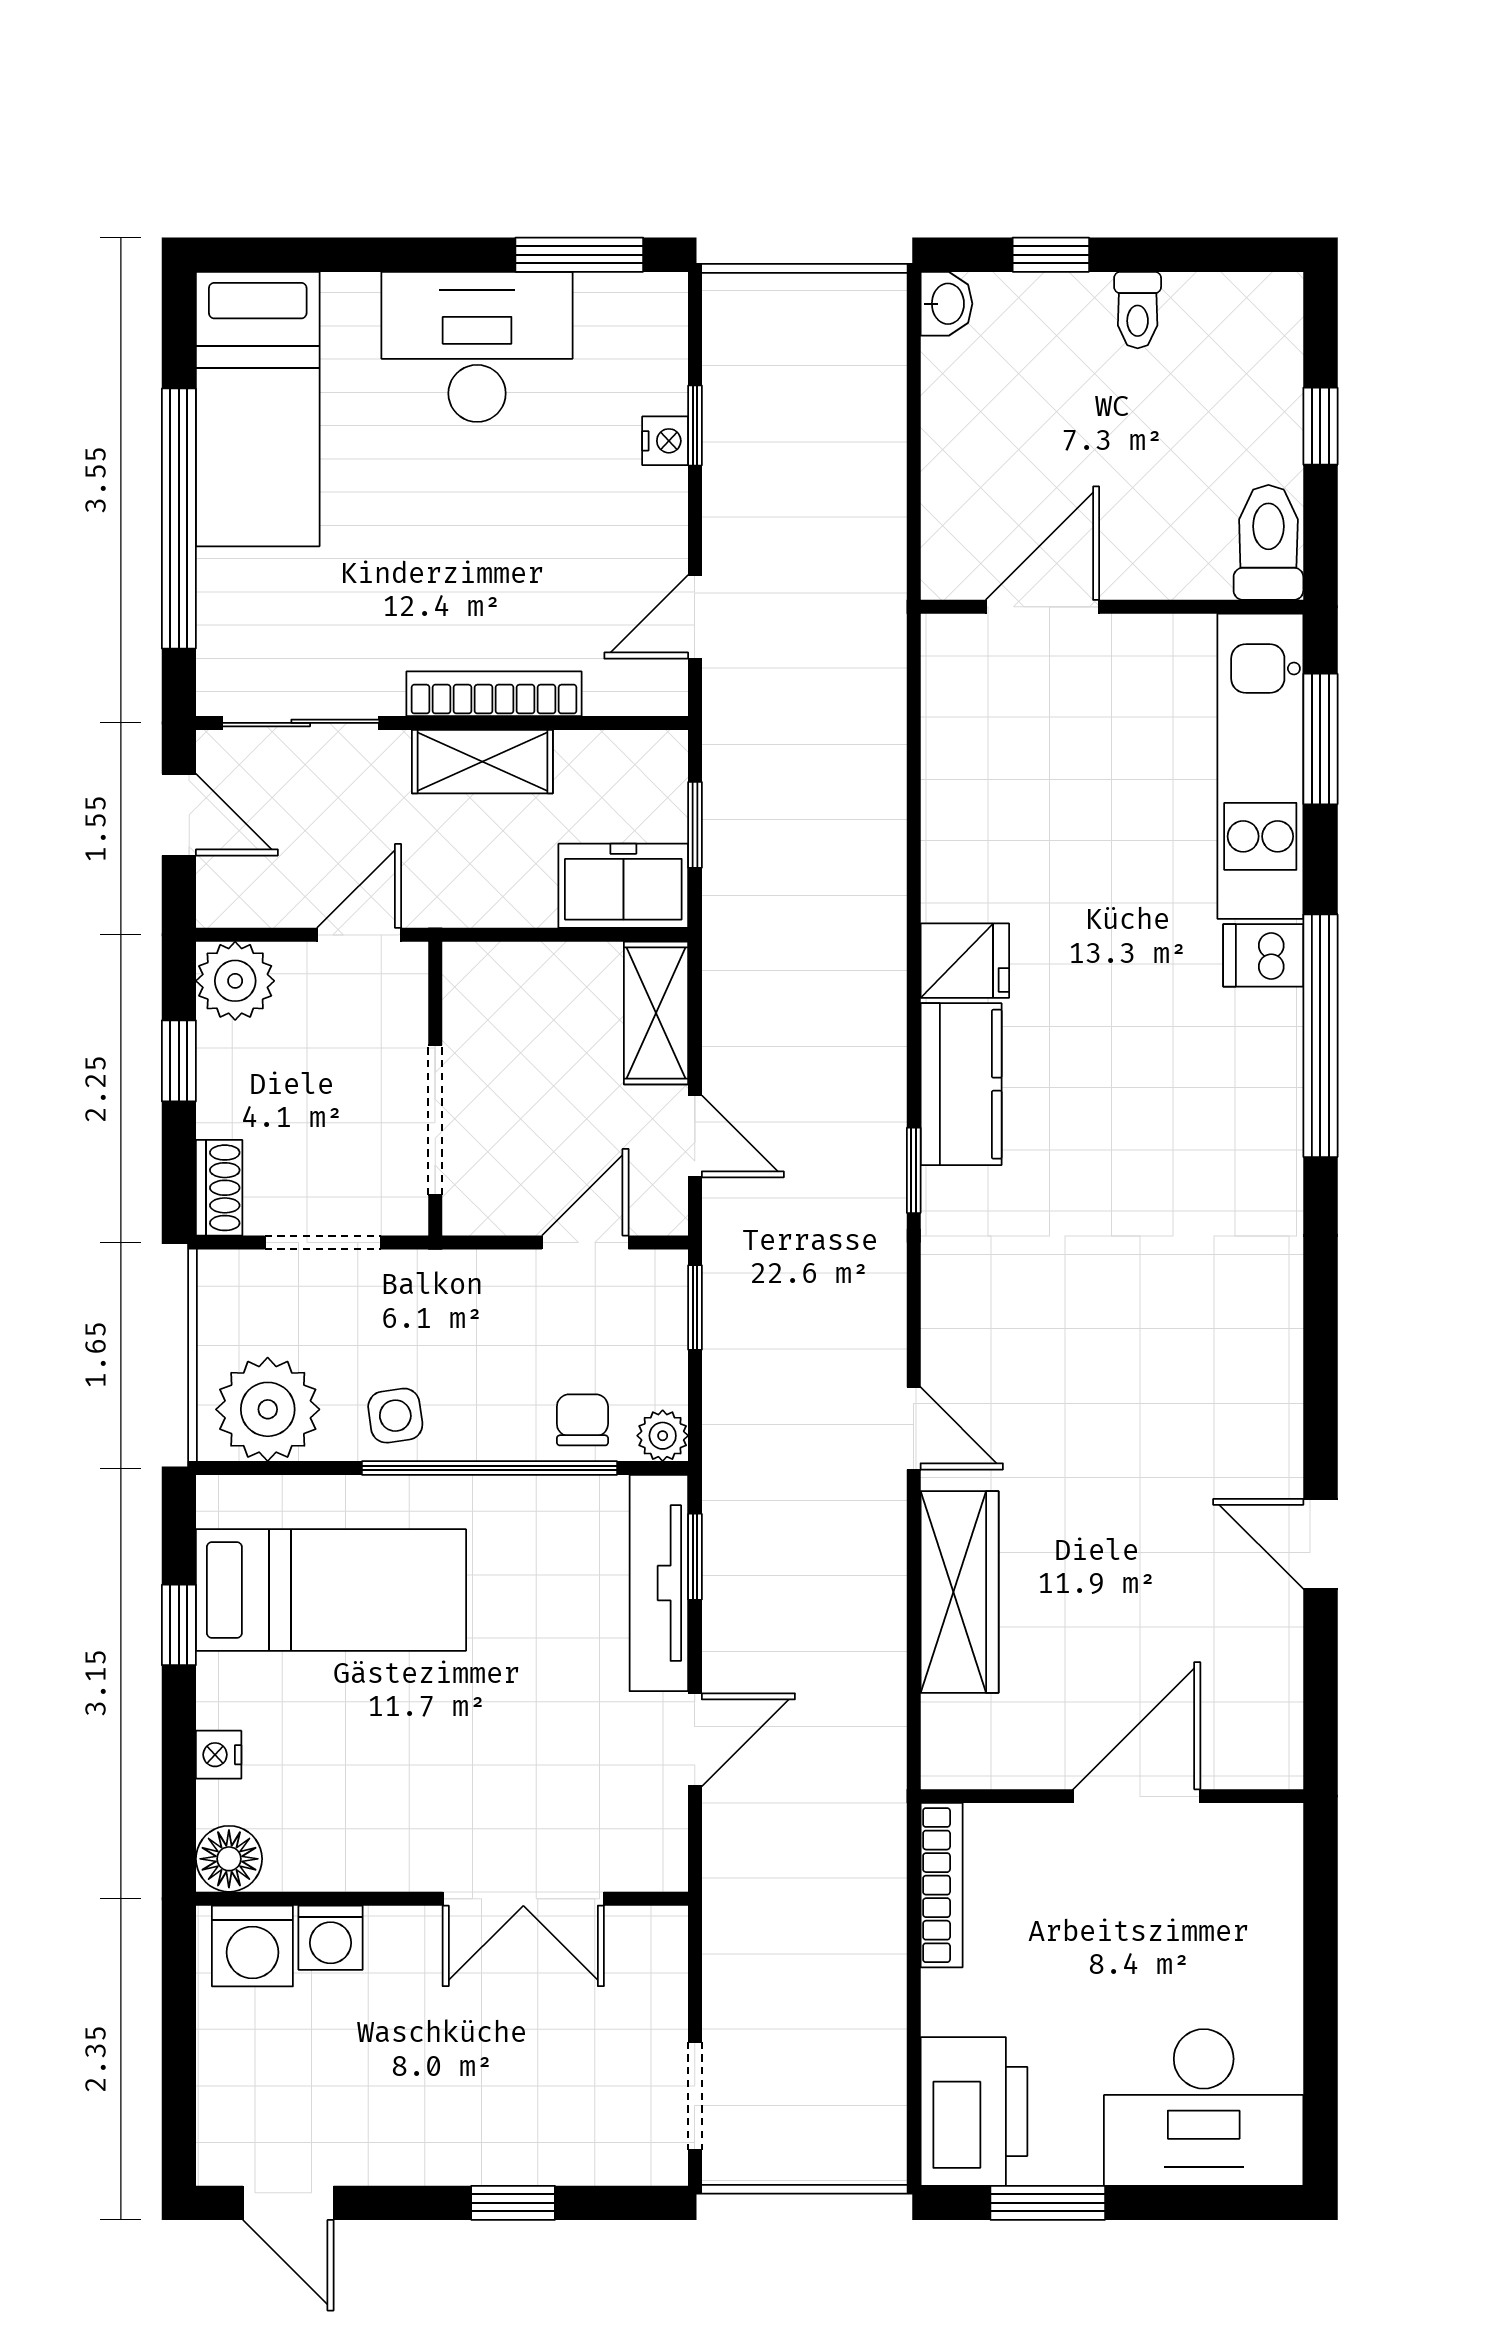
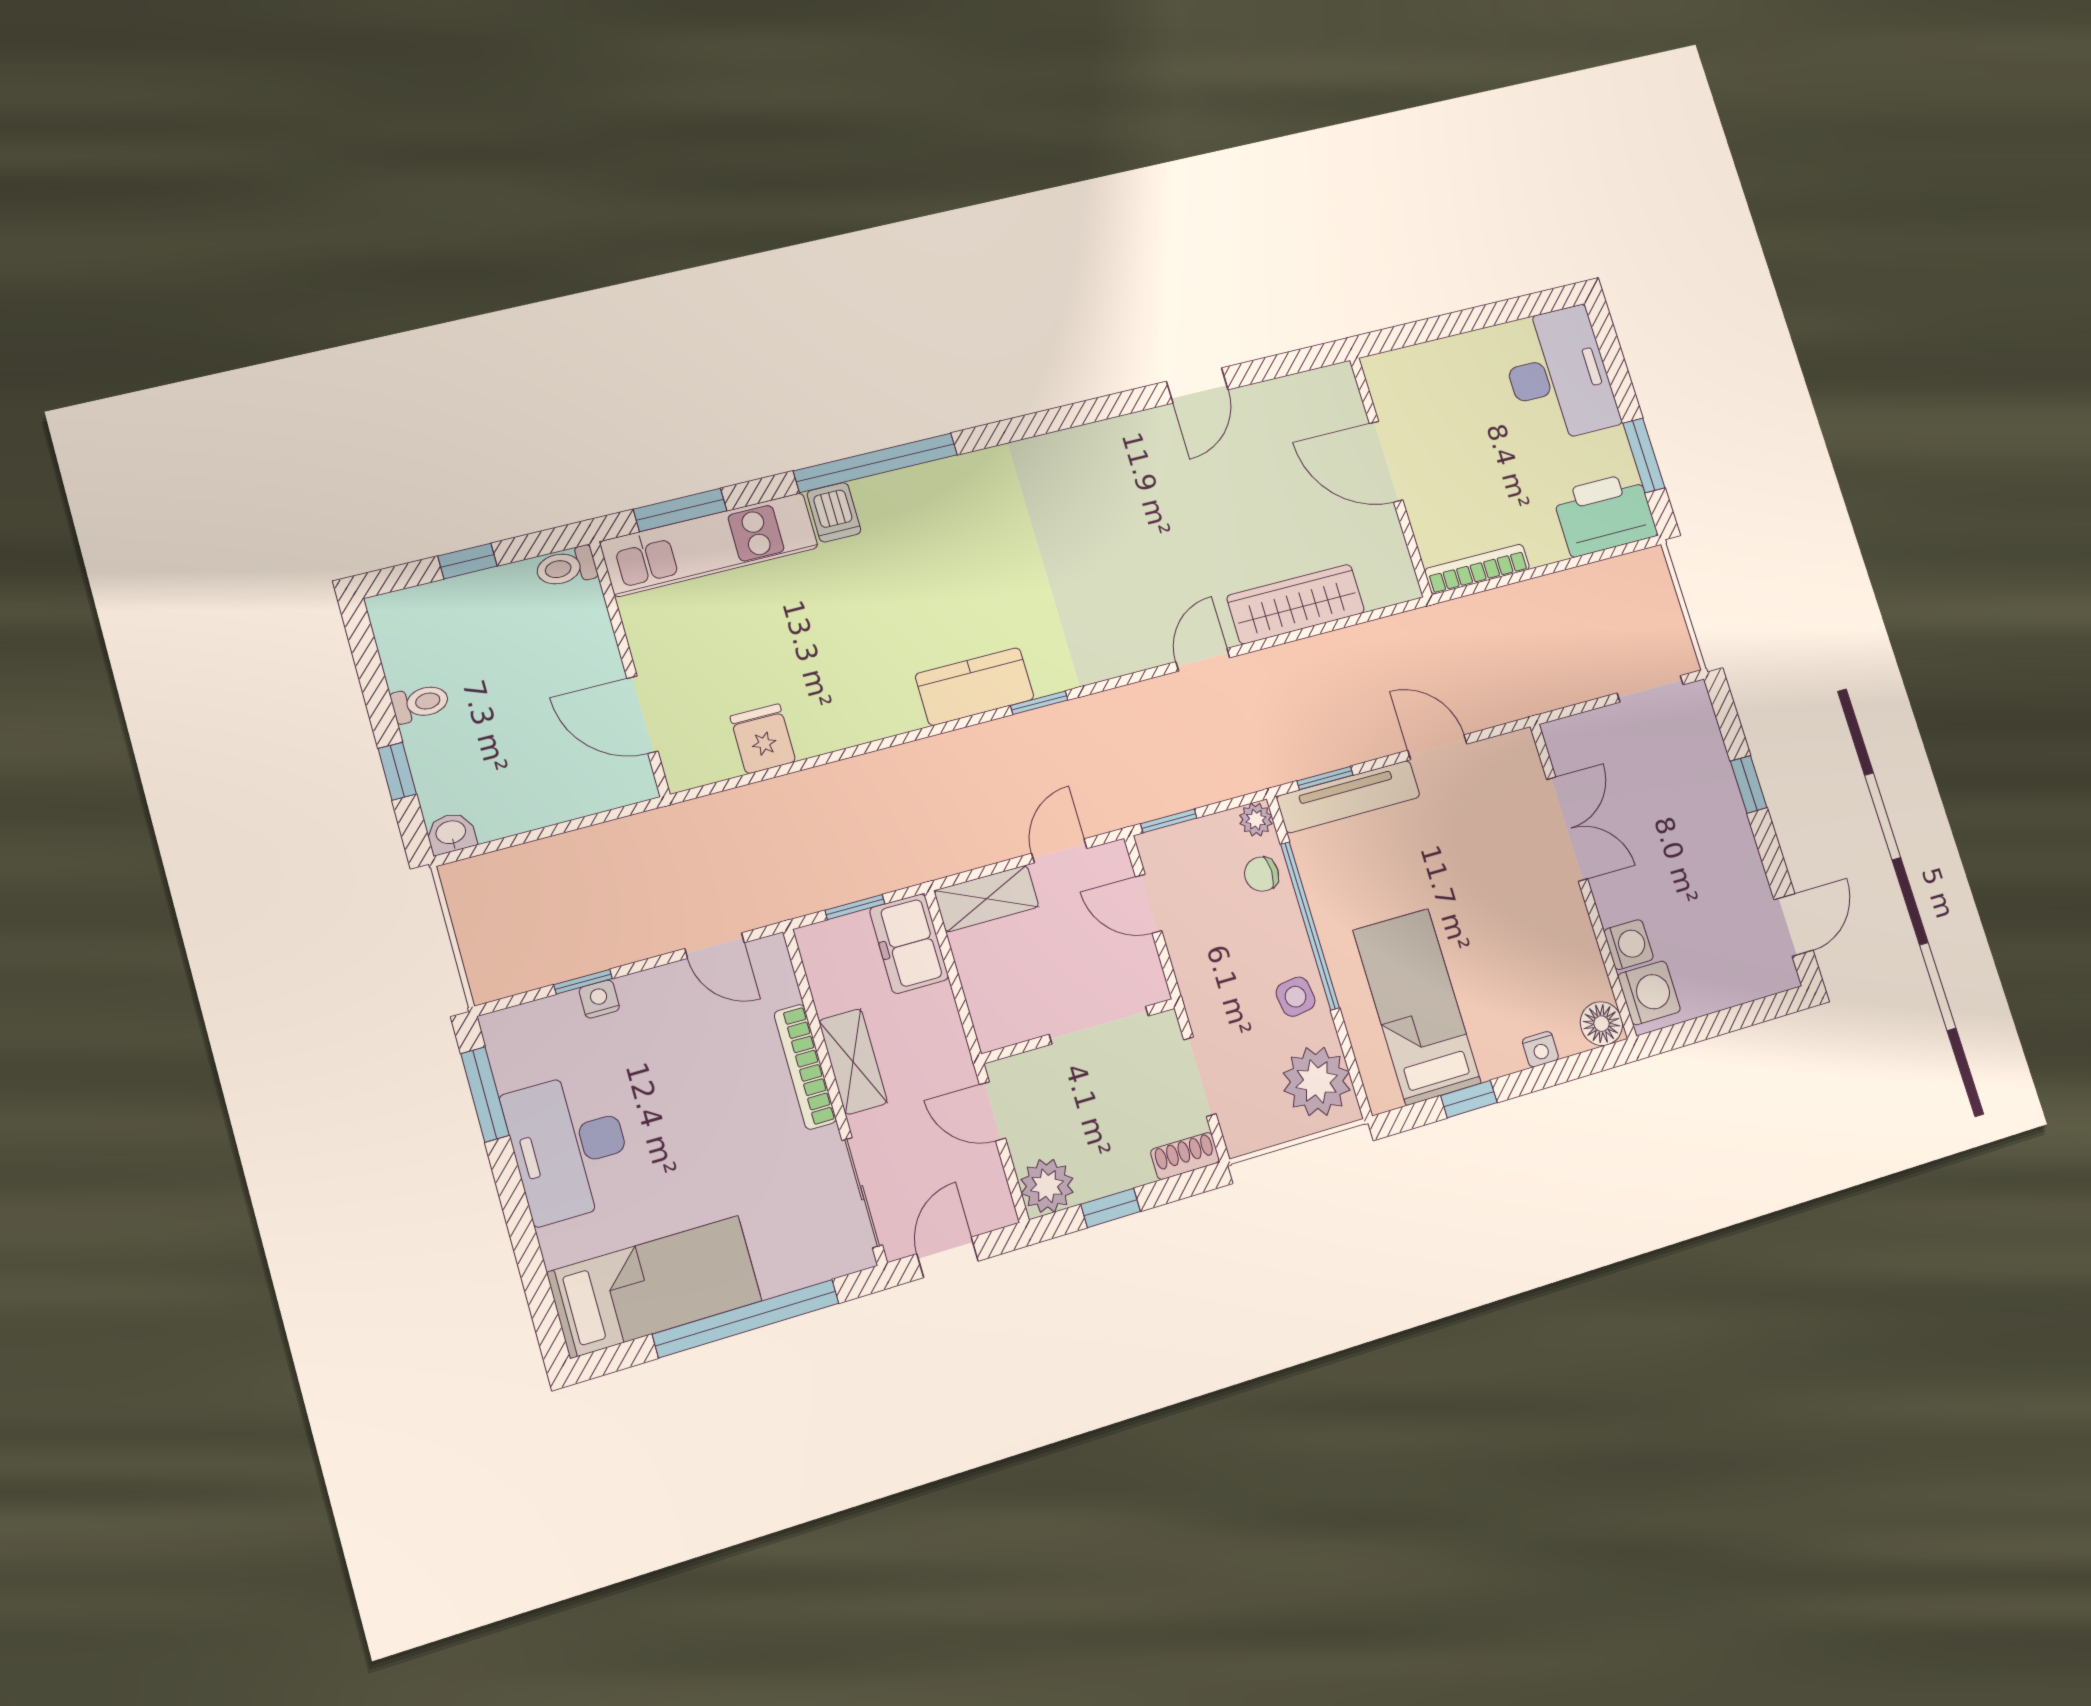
toilet: (1268, 542) -> (566, 567), width x0.73, depth x0.72
fridge: (965, 961) -> (763, 739), moved

